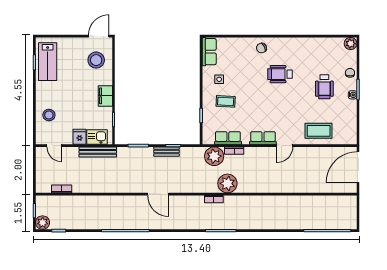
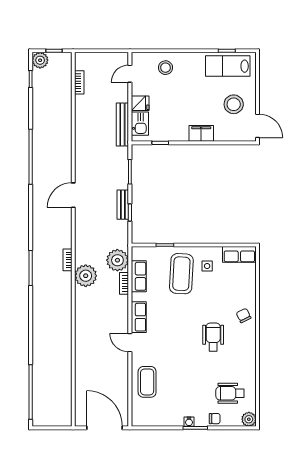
stool: (96, 60) -> (234, 104), moved
wheelchair: (324, 87) -> (230, 393), moved
filing cabinet: (105, 96) -> (201, 133), moved
coffee table: (226, 101) -> (181, 274), width x1.86, depth x1.72

